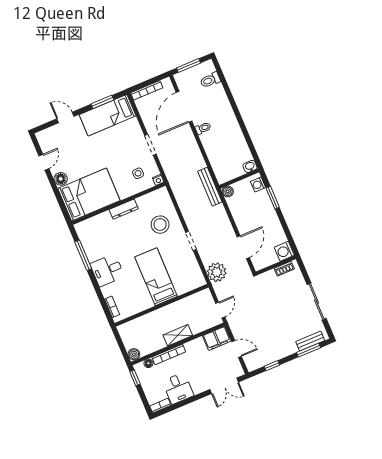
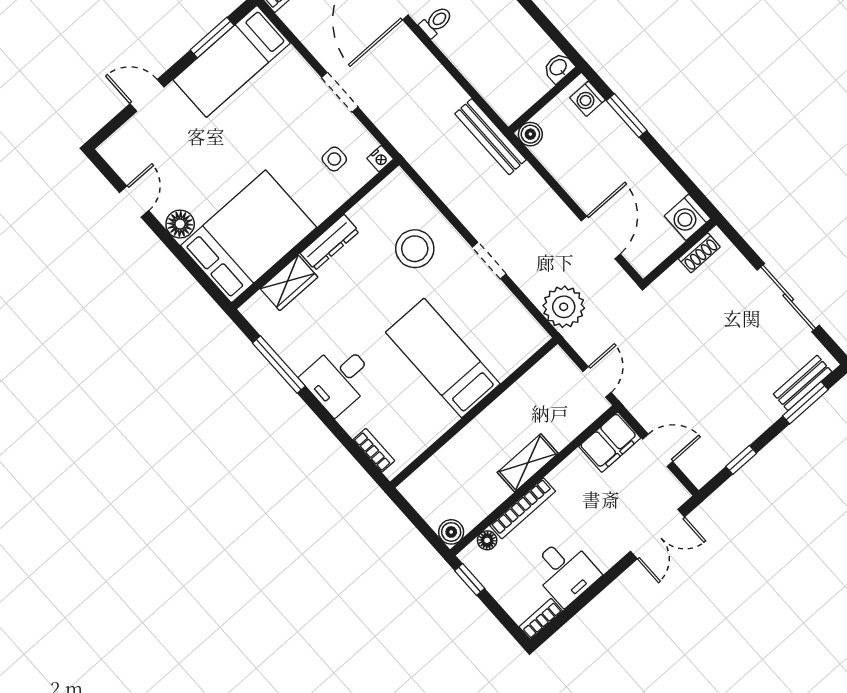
wardrobe: (100, 221) -> (289, 283), added

